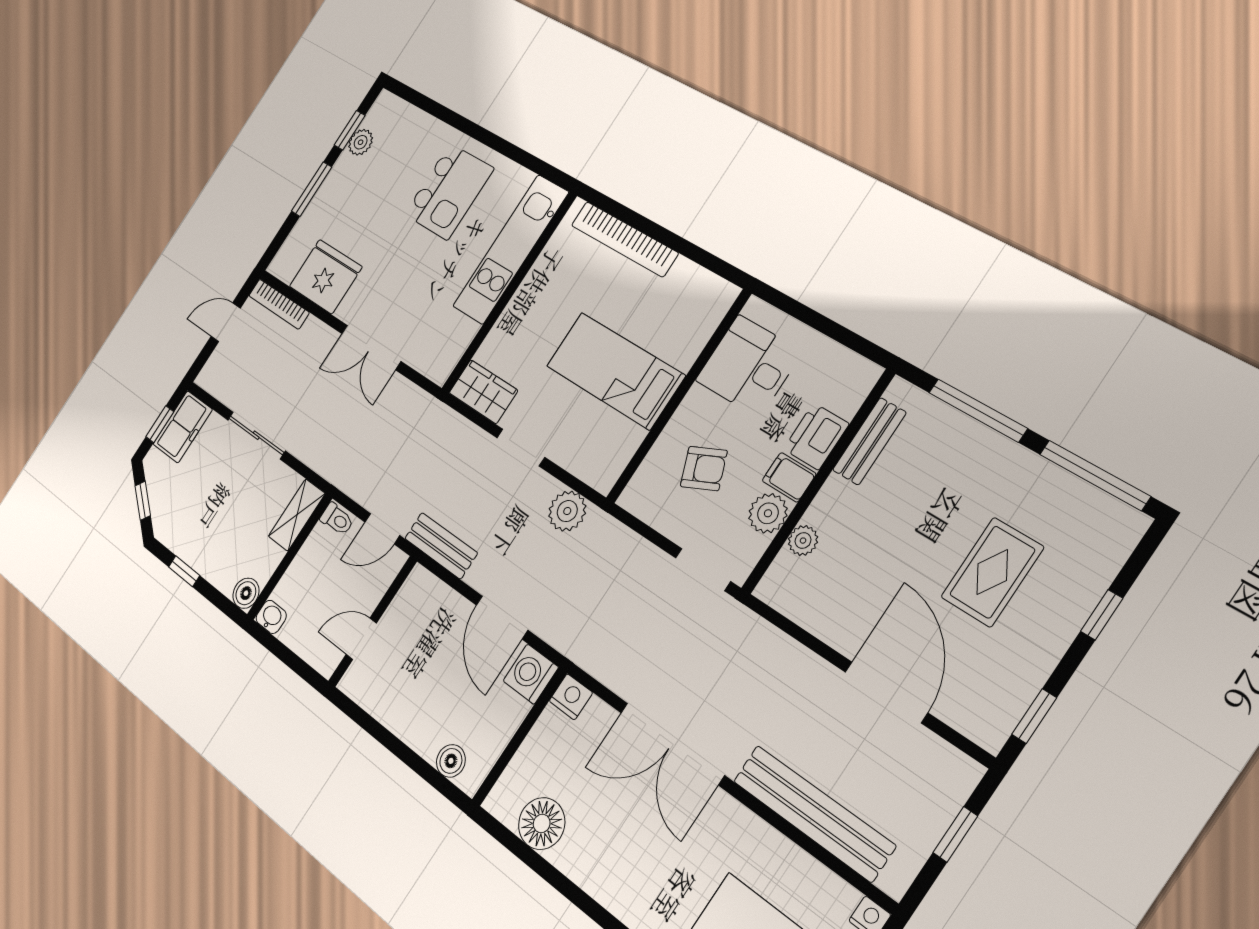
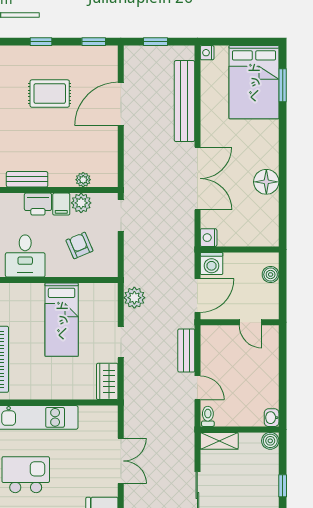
wall: (373, 621) -> (240, 322), moved
door: (361, 639) -> (250, 322), moved
floor lamp: (542, 824) -> (266, 182), moved

